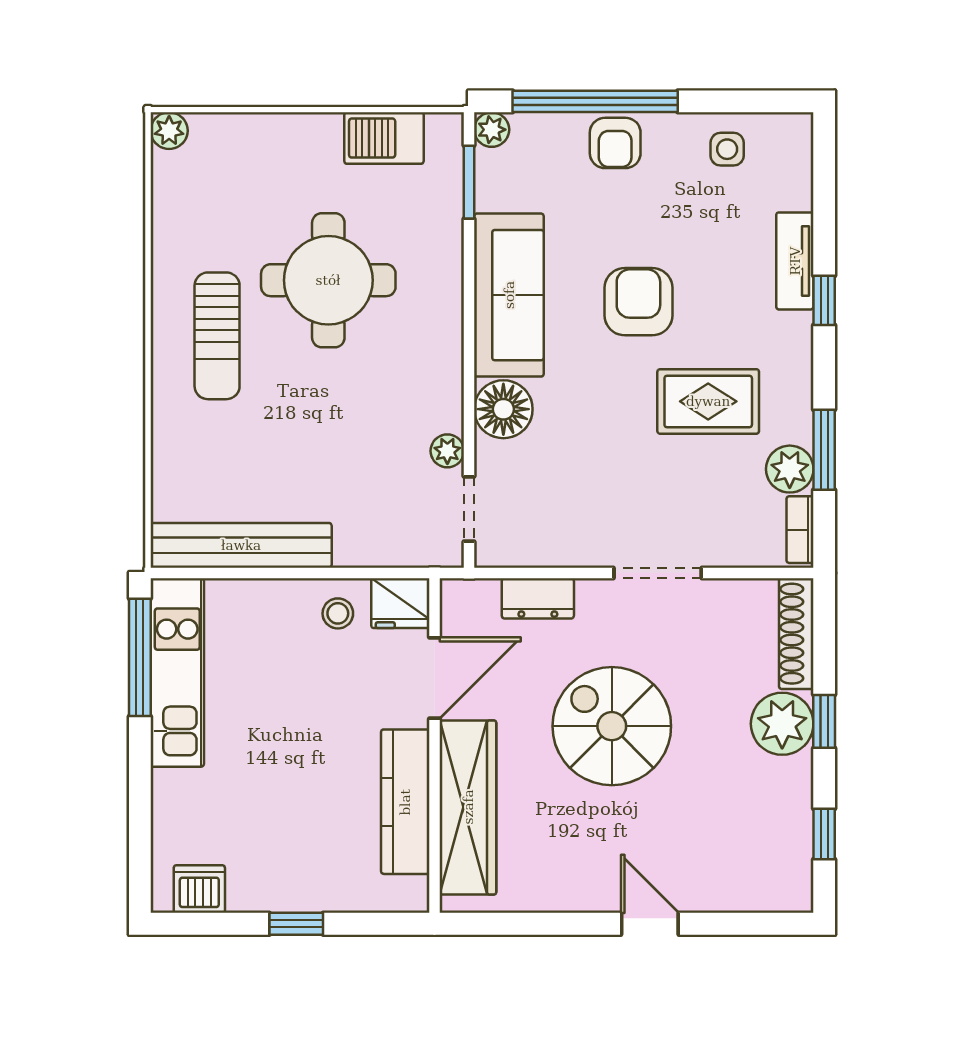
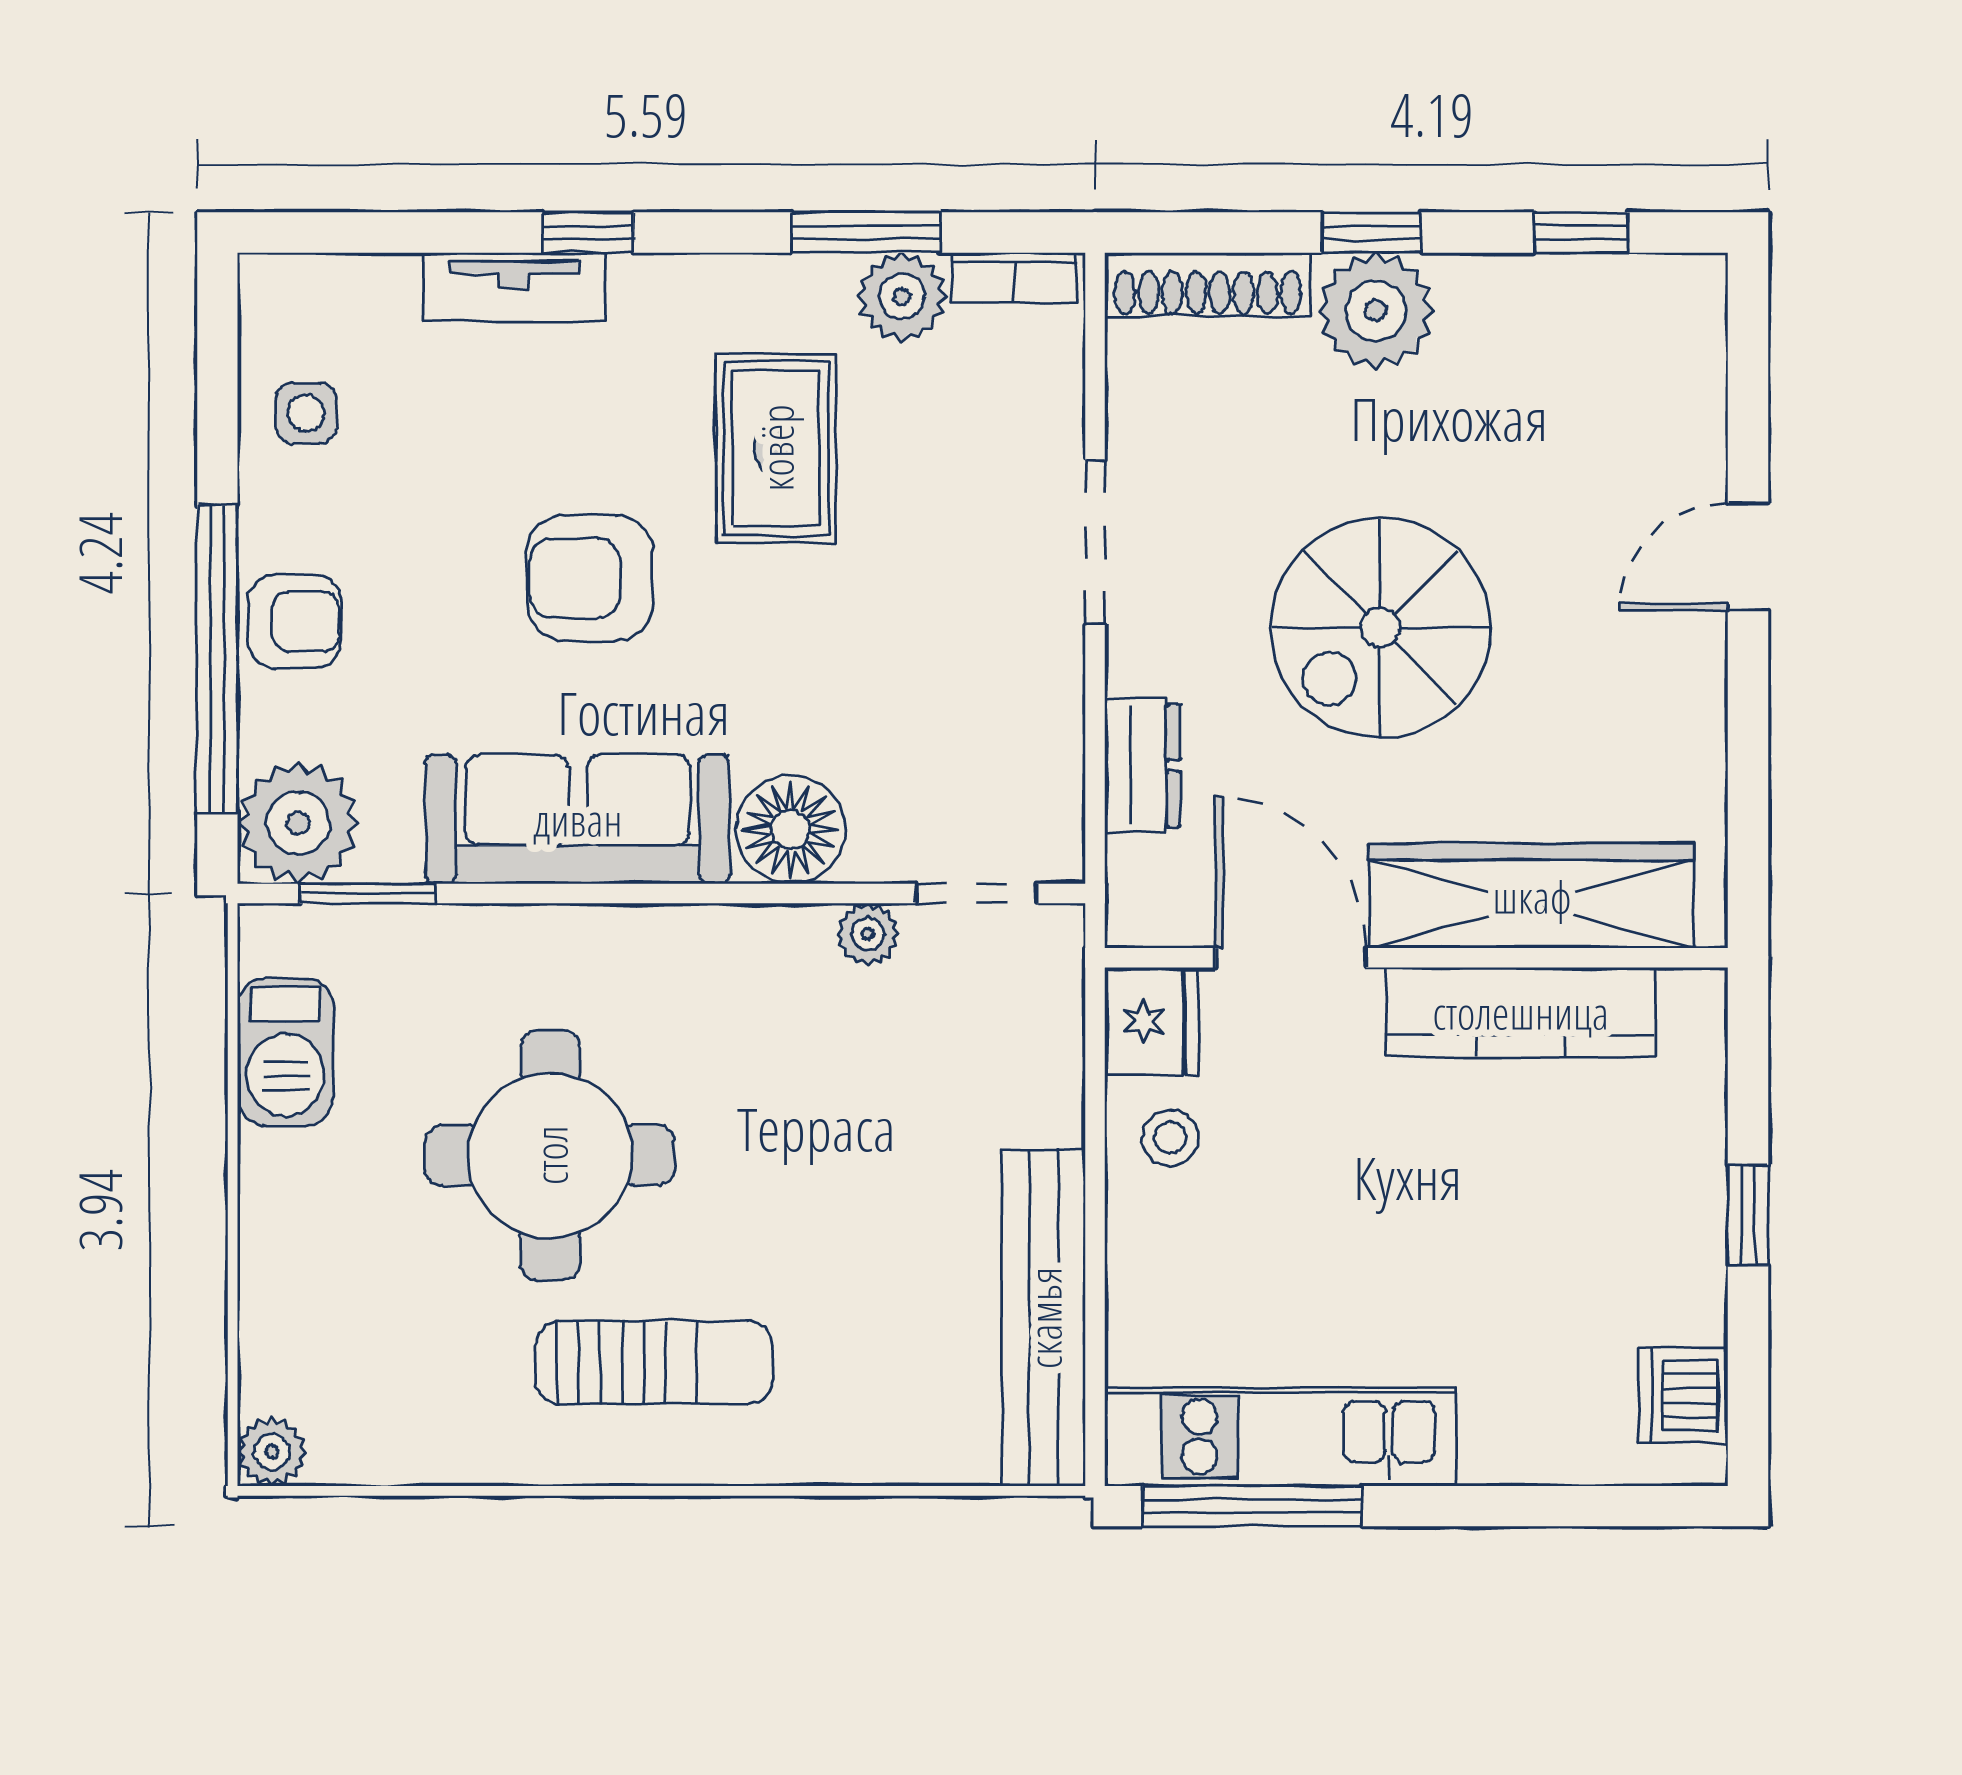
plant: (492, 130) -> (298, 823), width x1.87, depth x1.87

